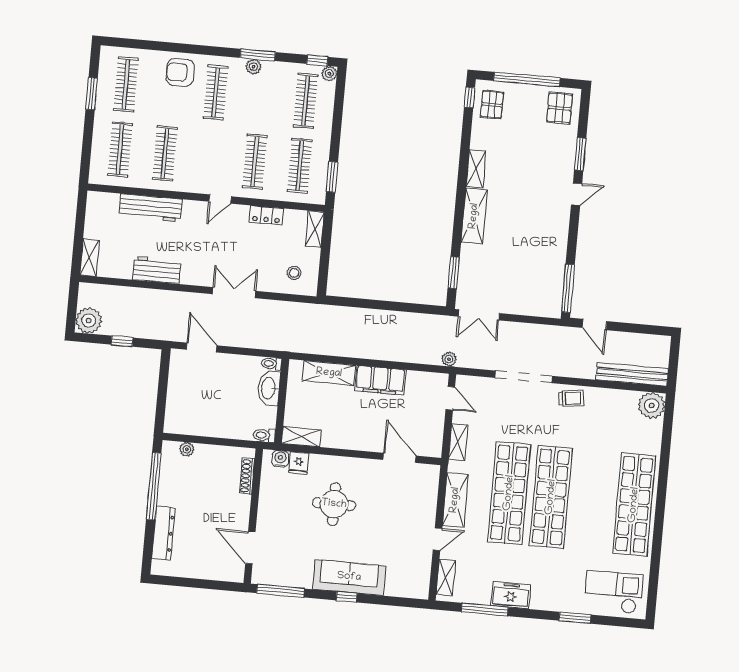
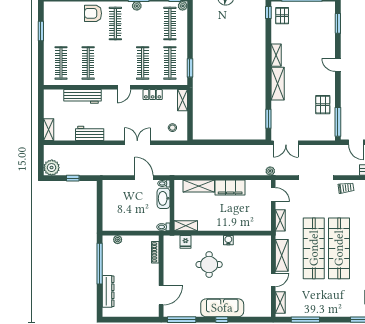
clothes rail: (126, 84) -> (61, 24), removed
pallet: (559, 108) -> (323, 105), moved
window: (580, 154) -> (338, 23), moved
door: (577, 194) -> (338, 65), swing flipped
door: (202, 348) -> (144, 178), moved
door: (400, 458) -> (246, 233), removed
water cooler: (280, 459) -> (228, 240), moved
door: (250, 548) -> (161, 295), swing flipped
freezer: (511, 595) -> (320, 310), removed

